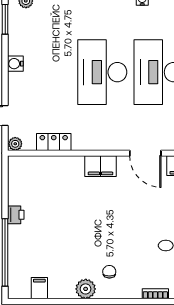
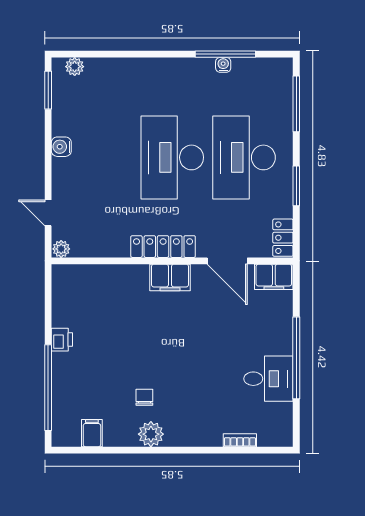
locker: (54, 142) -> (163, 247), moved, width x1.53
chair: (109, 272) -> (144, 397), moved

